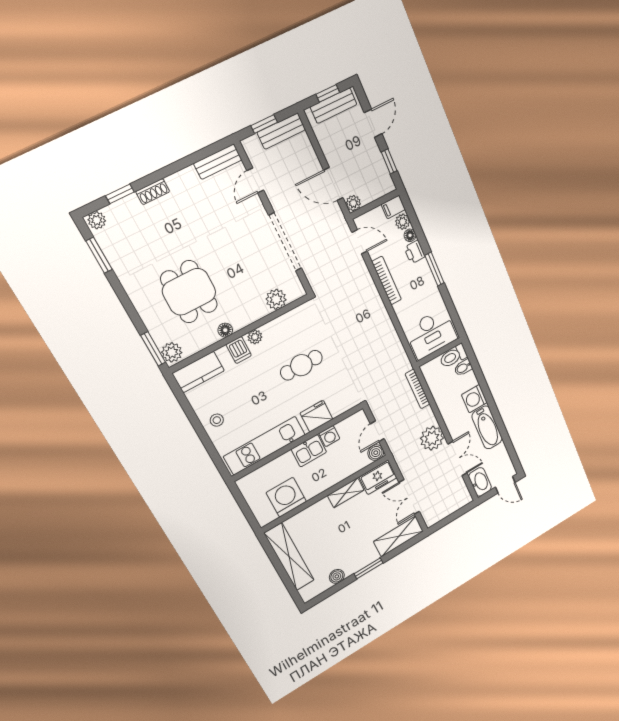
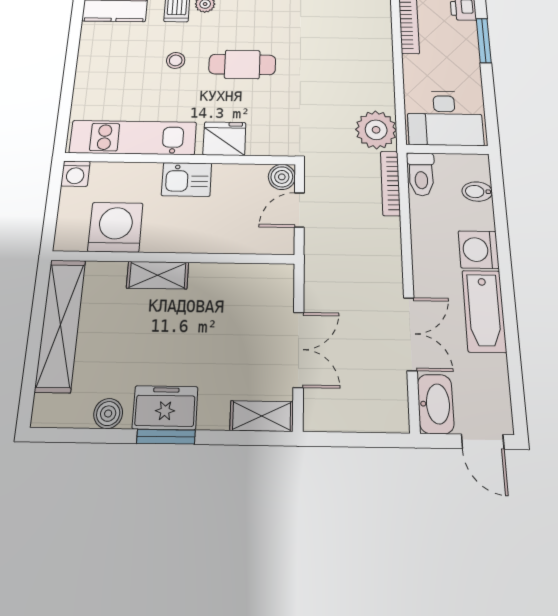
toilet: (453, 356) -> (421, 174), moved, turned -90
stool: (217, 420) -> (176, 60), moved
washing machine: (329, 436) -> (75, 174), moved
plant: (432, 438) -> (376, 130), moved
boiler: (376, 453) -> (282, 177), moved
freezer: (378, 477) -> (165, 408), moved, turned 180
shelving: (346, 493) -> (158, 275), moved
double door: (409, 497) -> (298, 349), swing flipped
shelving: (398, 536) -> (262, 416), width x0.67, depth x0.75

